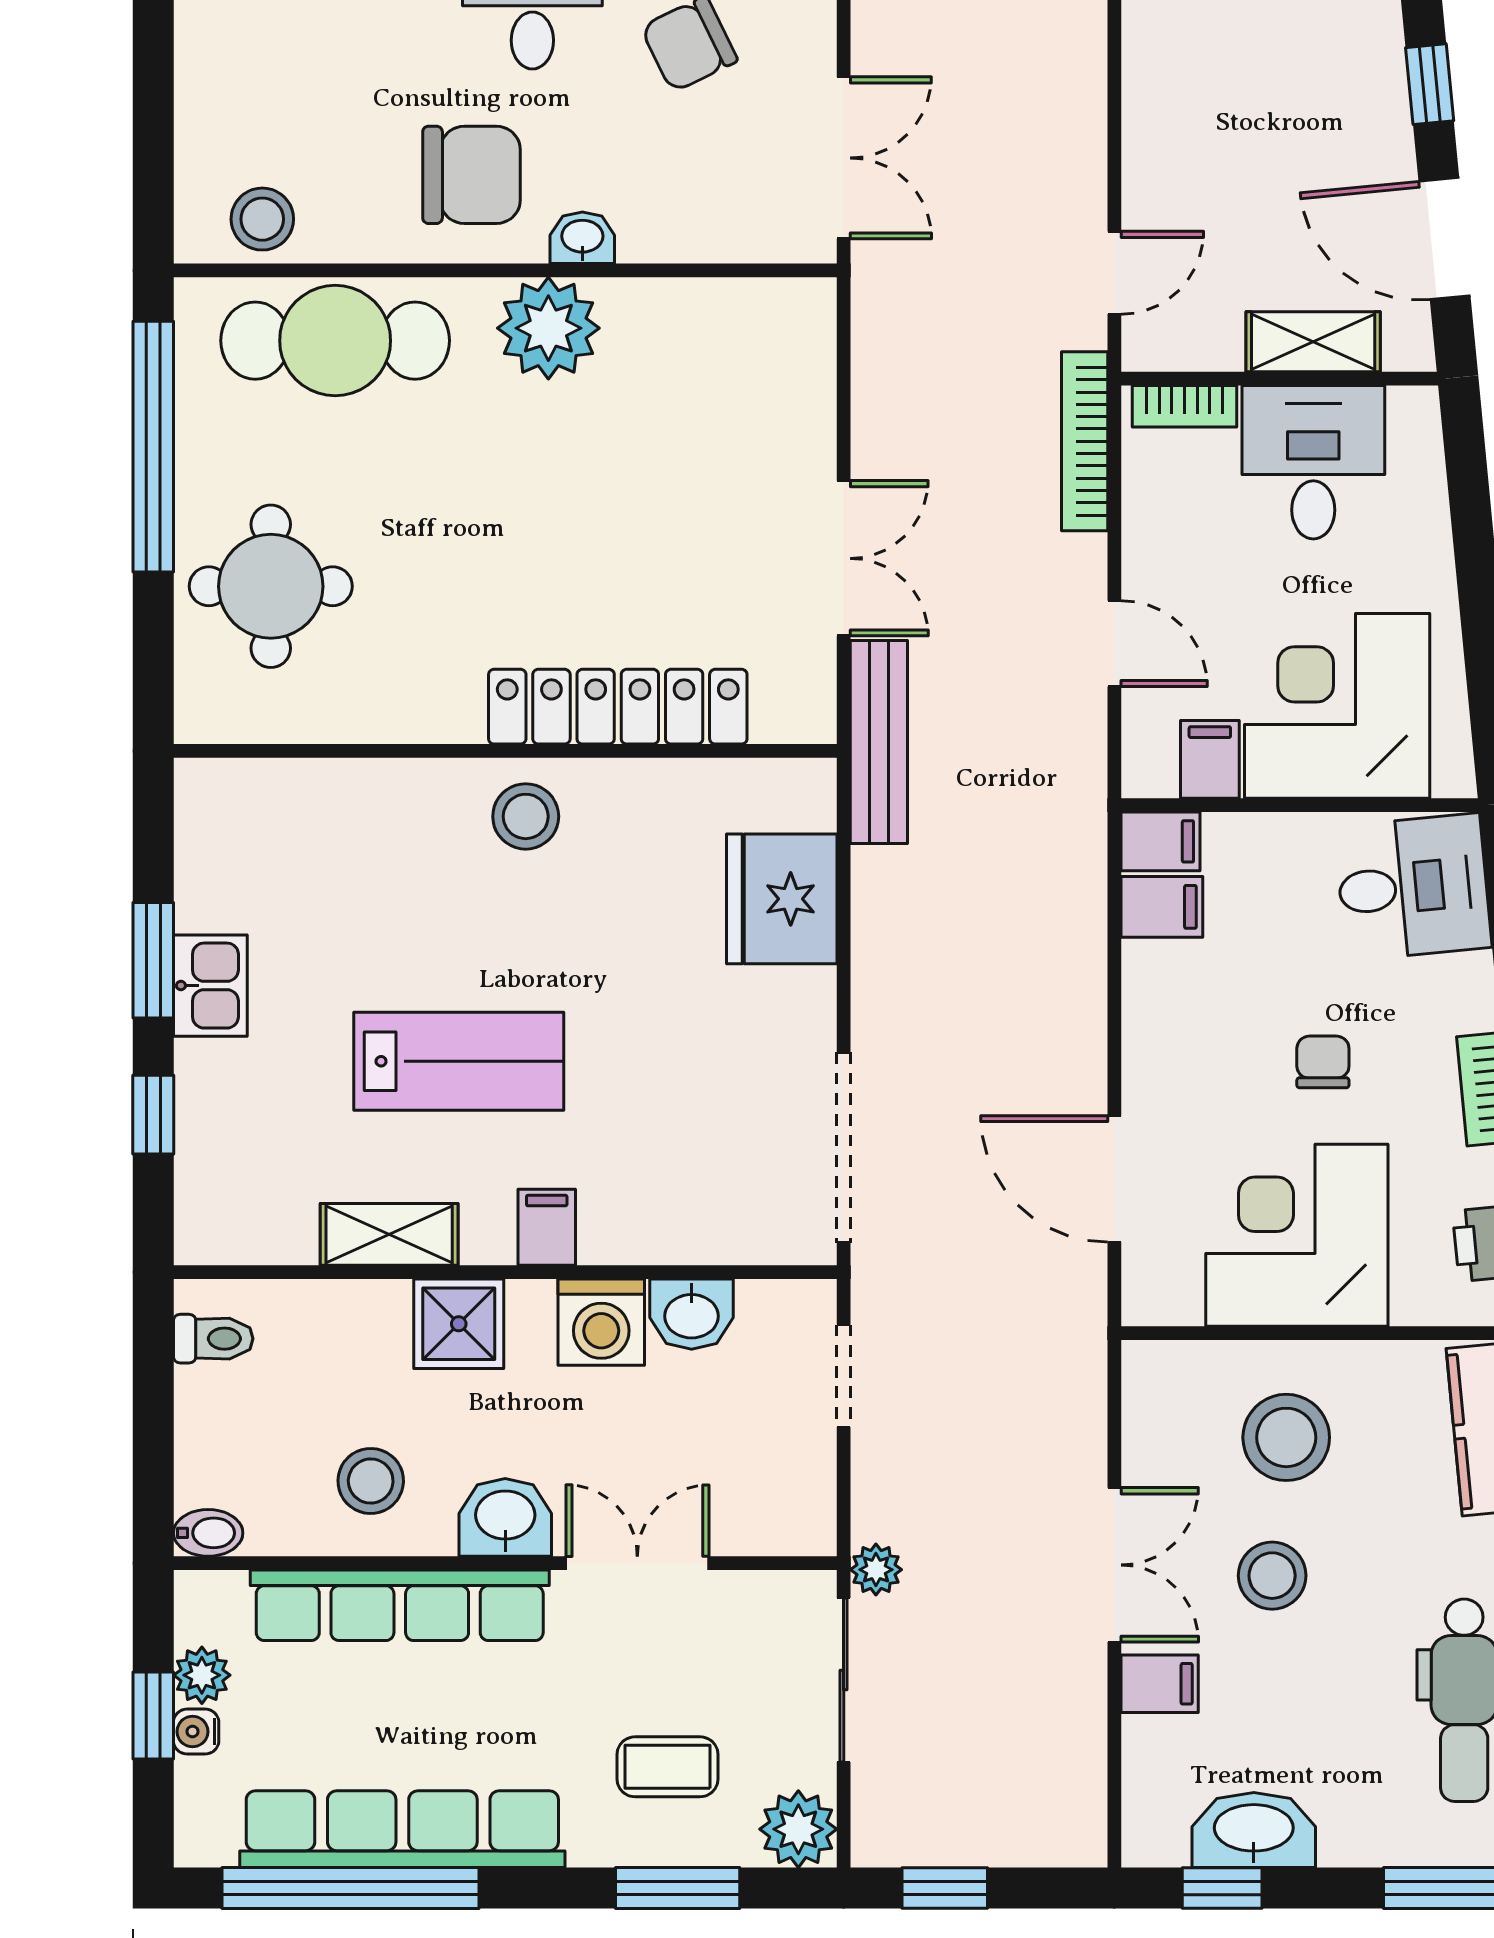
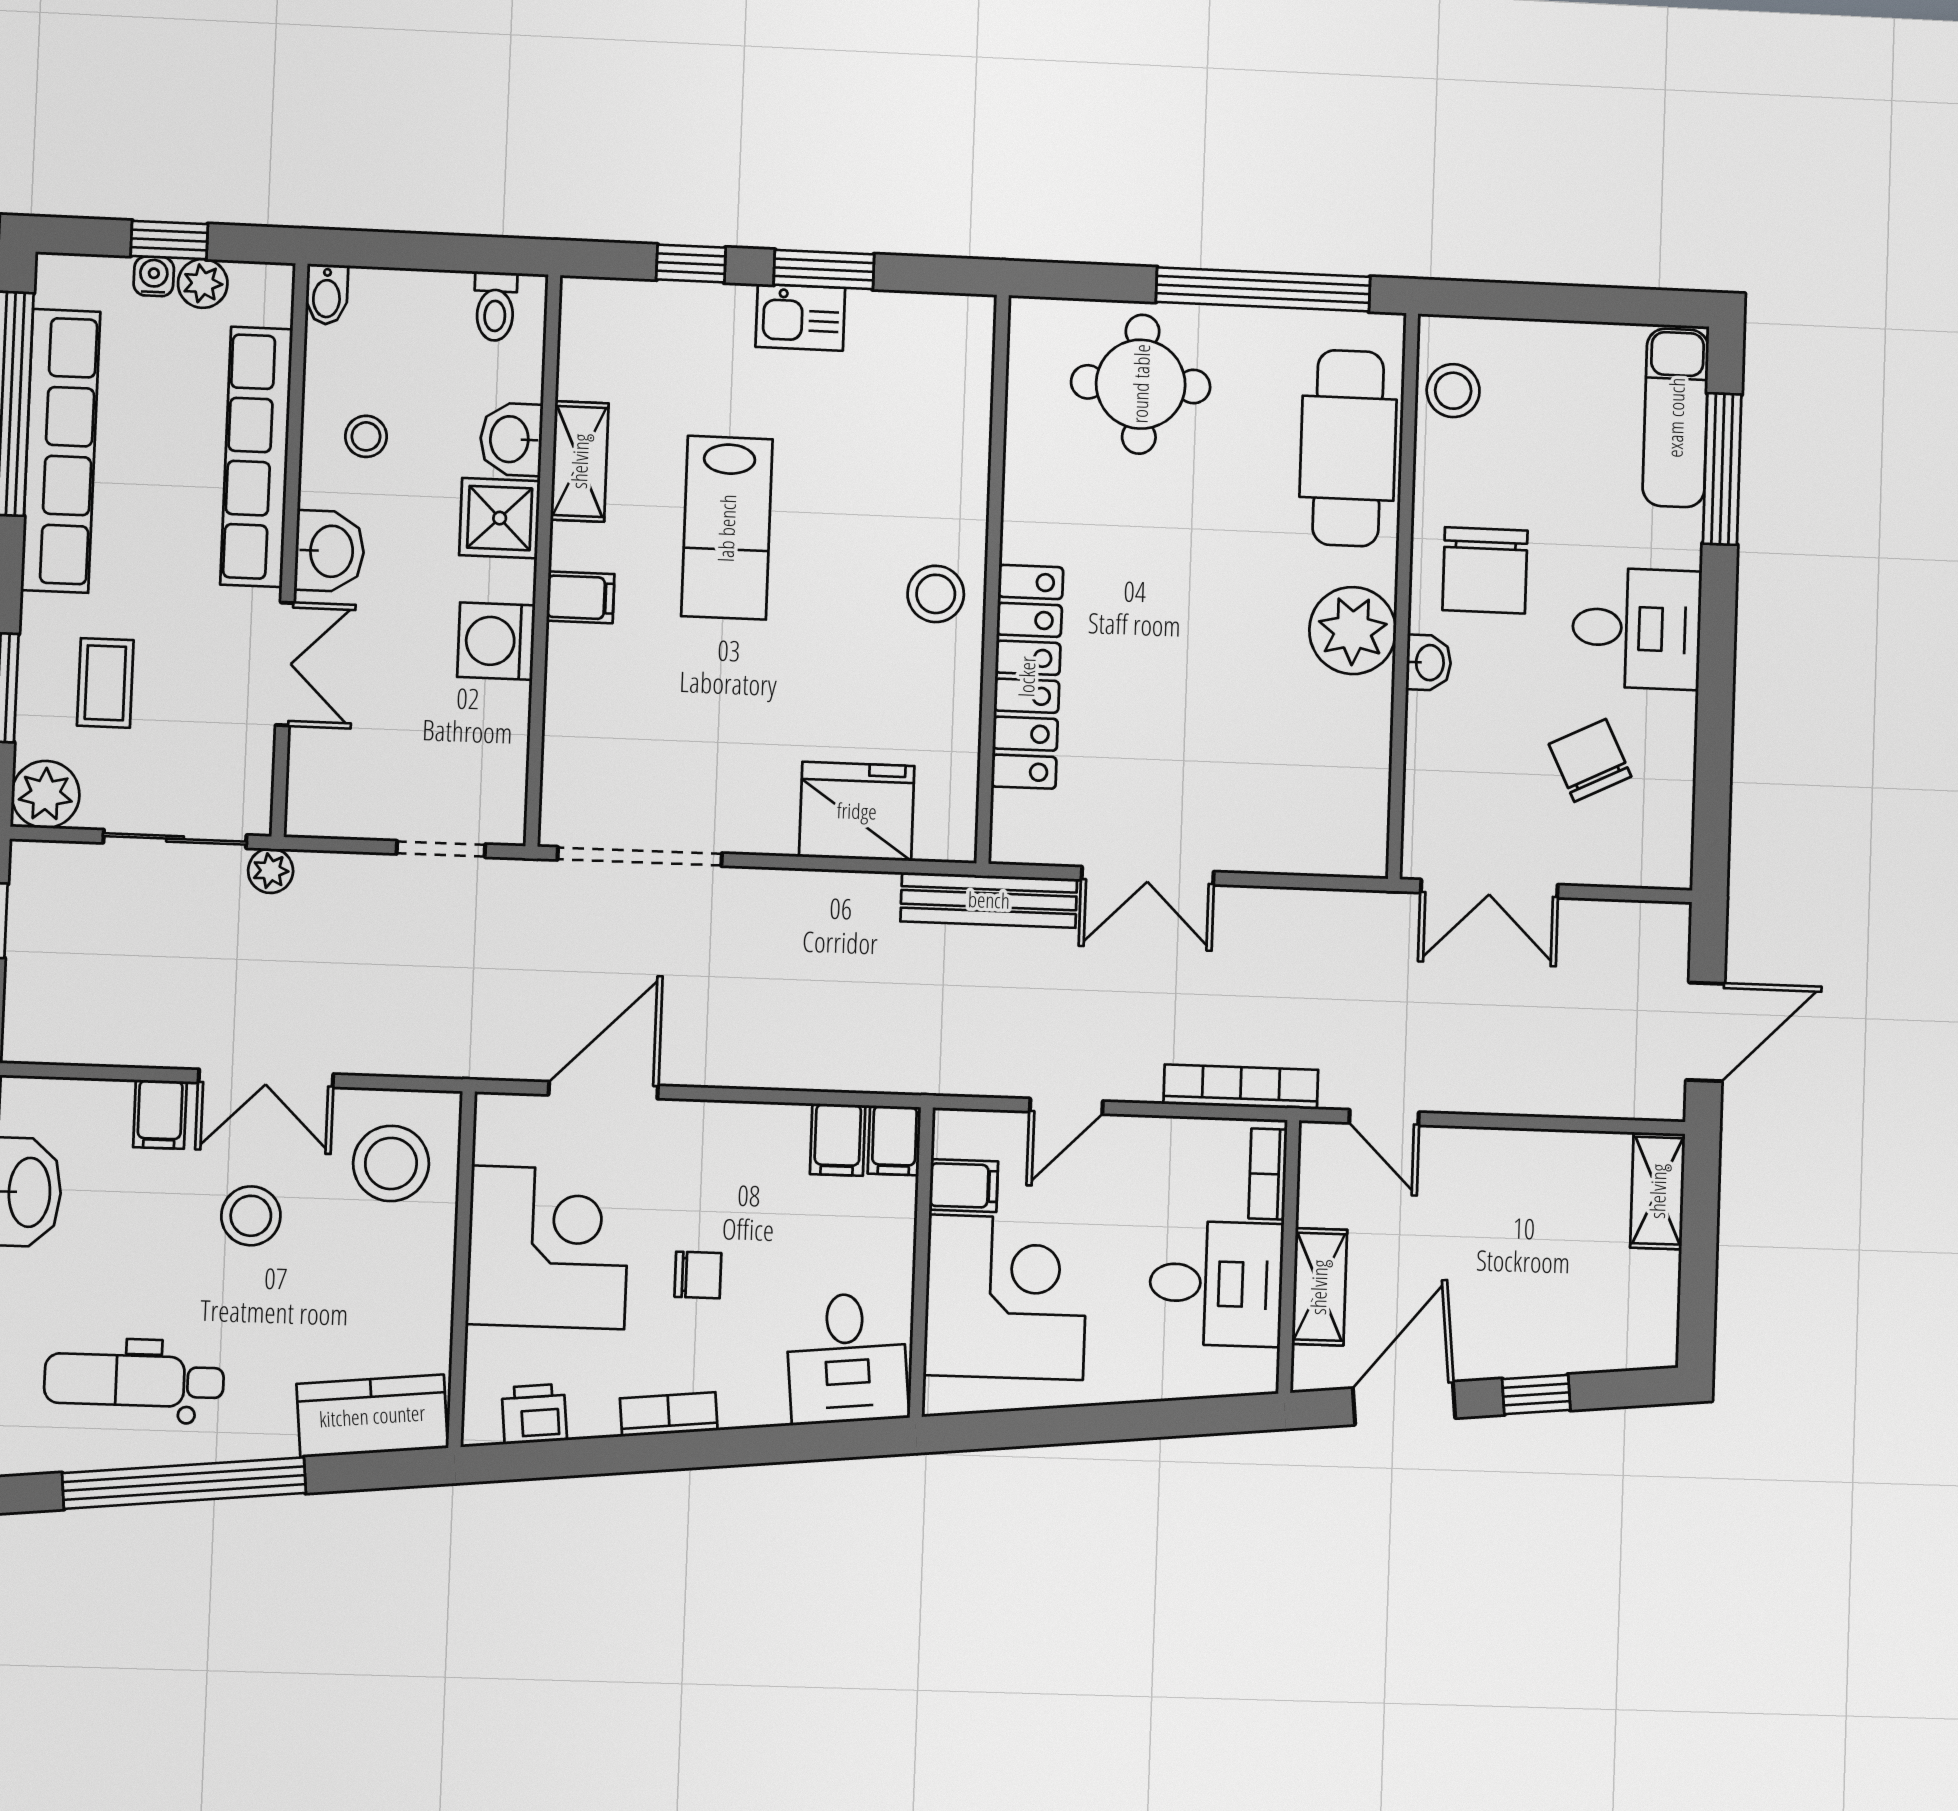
washbasin: (692, 1314) -> (511, 439), moved
stool: (1286, 1437) -> (391, 1163), moved
stool: (371, 1481) -> (366, 436), width x0.73, depth x0.73

